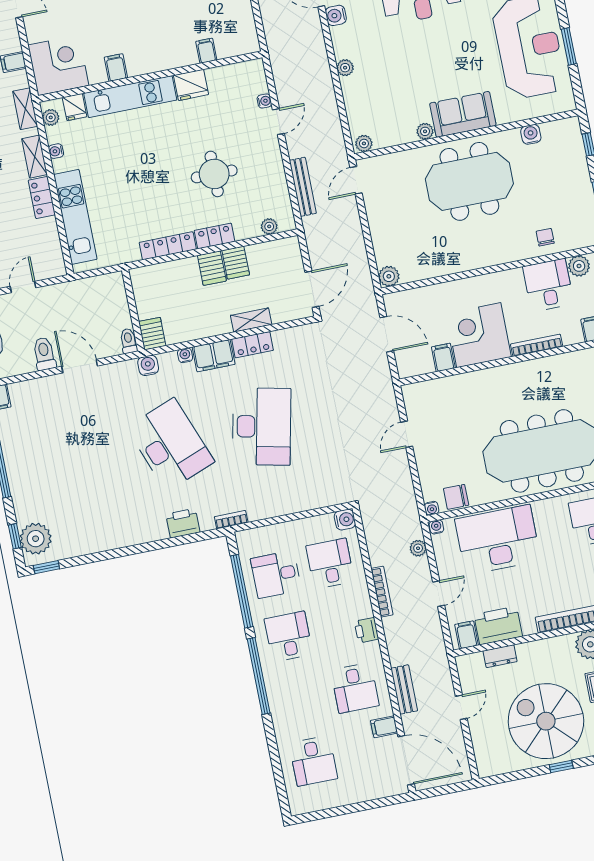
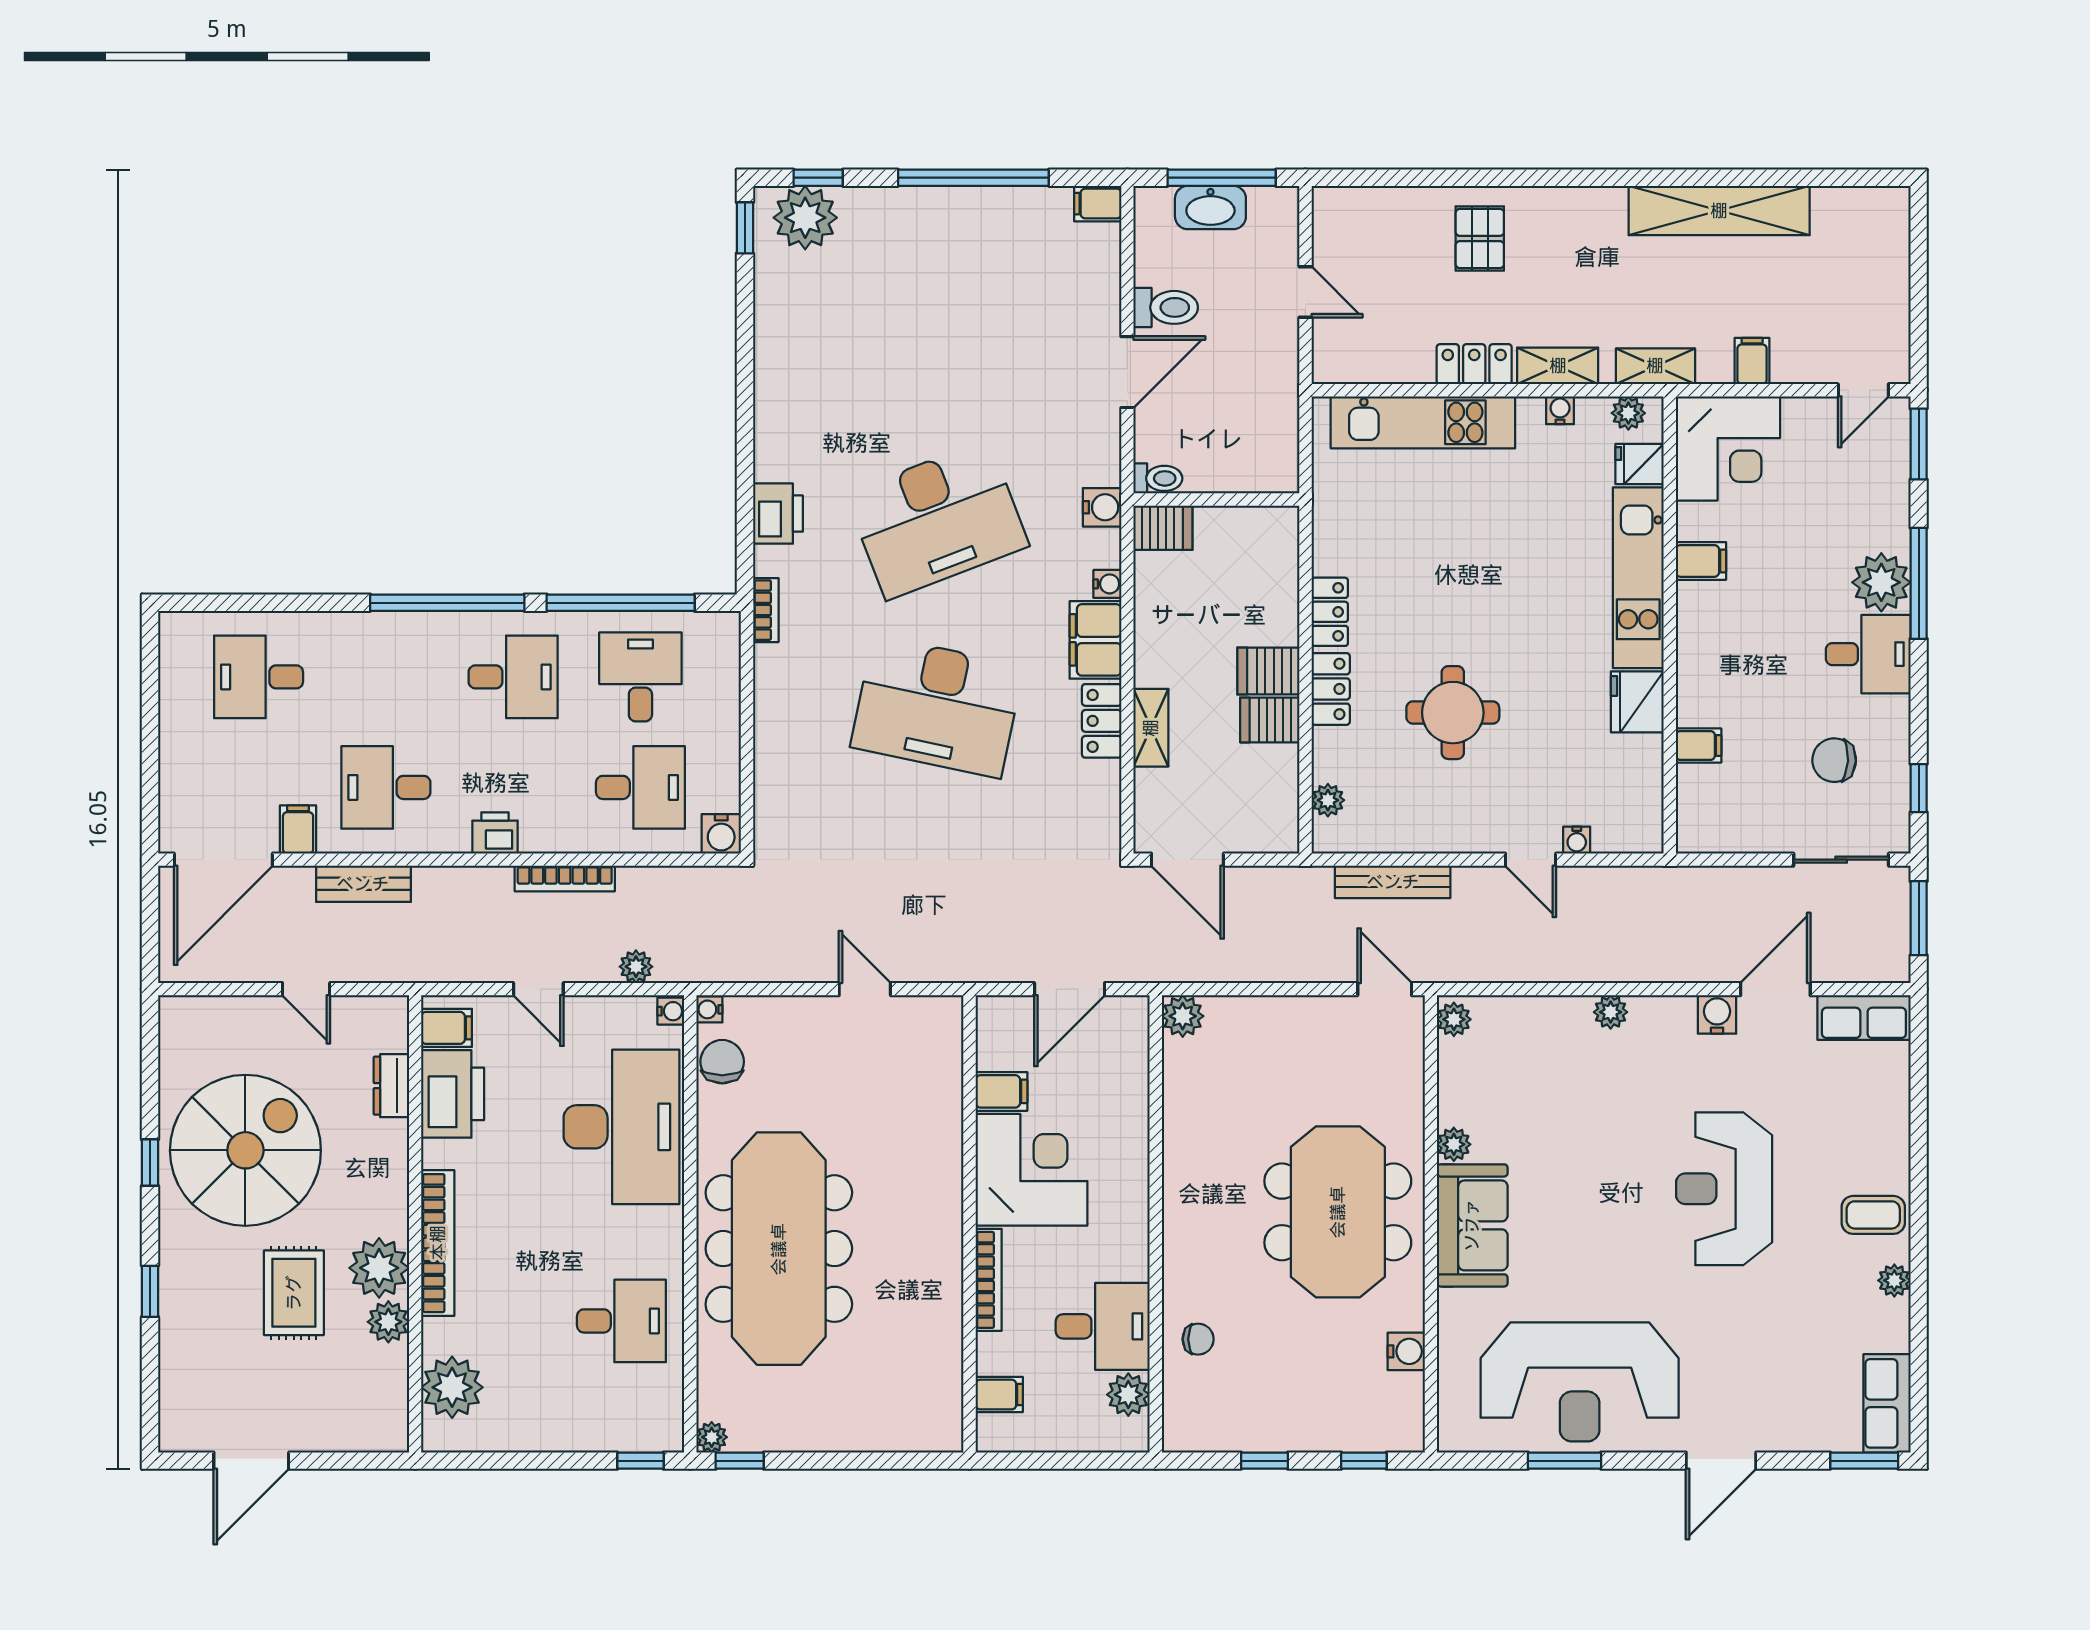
locker: (168, 246) -> (1330, 612), width x0.66

